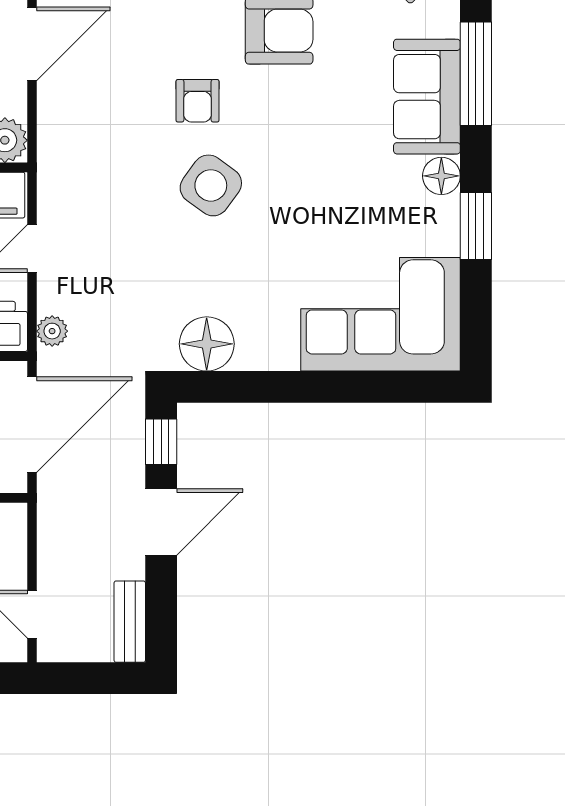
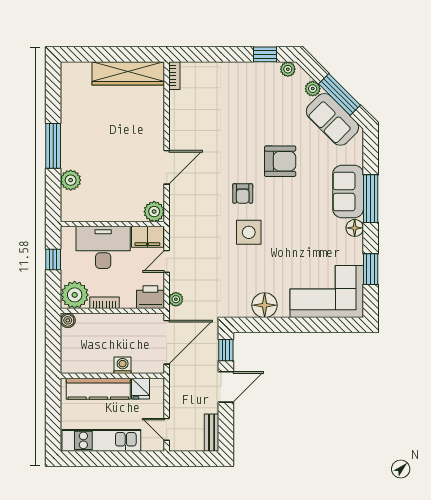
window: (476, 74) -> (371, 199), moved
side table: (211, 185) -> (249, 232), turned -36
window: (476, 226) -> (371, 269), moved
floor lamp: (207, 344) -> (265, 305), moved

